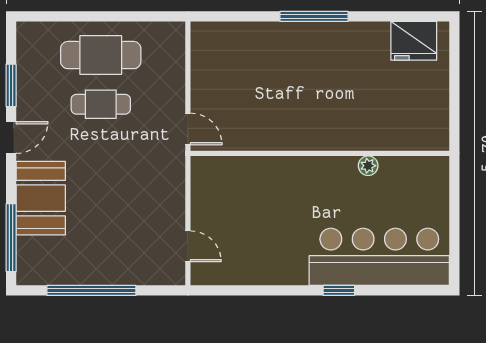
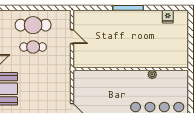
fridge: (414, 41) -> (168, 17), width x0.53, depth x0.75
door: (188, 129) -> (72, 37), moved

